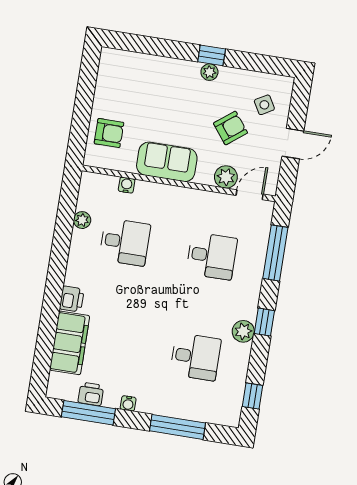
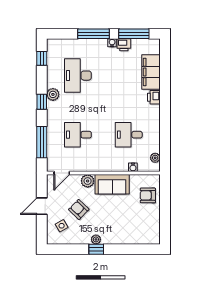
armchair: (230, 128) -> (79, 209), turned 82
plant: (226, 177) -> (88, 181), moved
plant: (82, 220) -> (155, 158), moved
desk: (195, 357) -> (78, 76), width x1.37
printer: (91, 394) -> (124, 45), moved
window: (177, 427) -> (93, 34), moved

